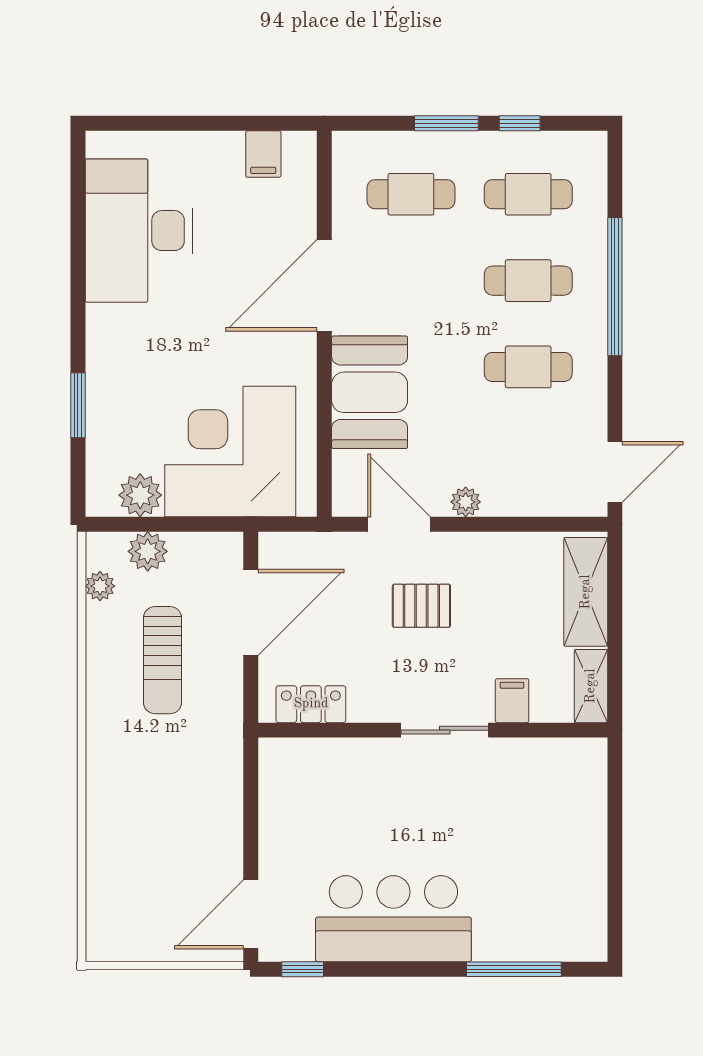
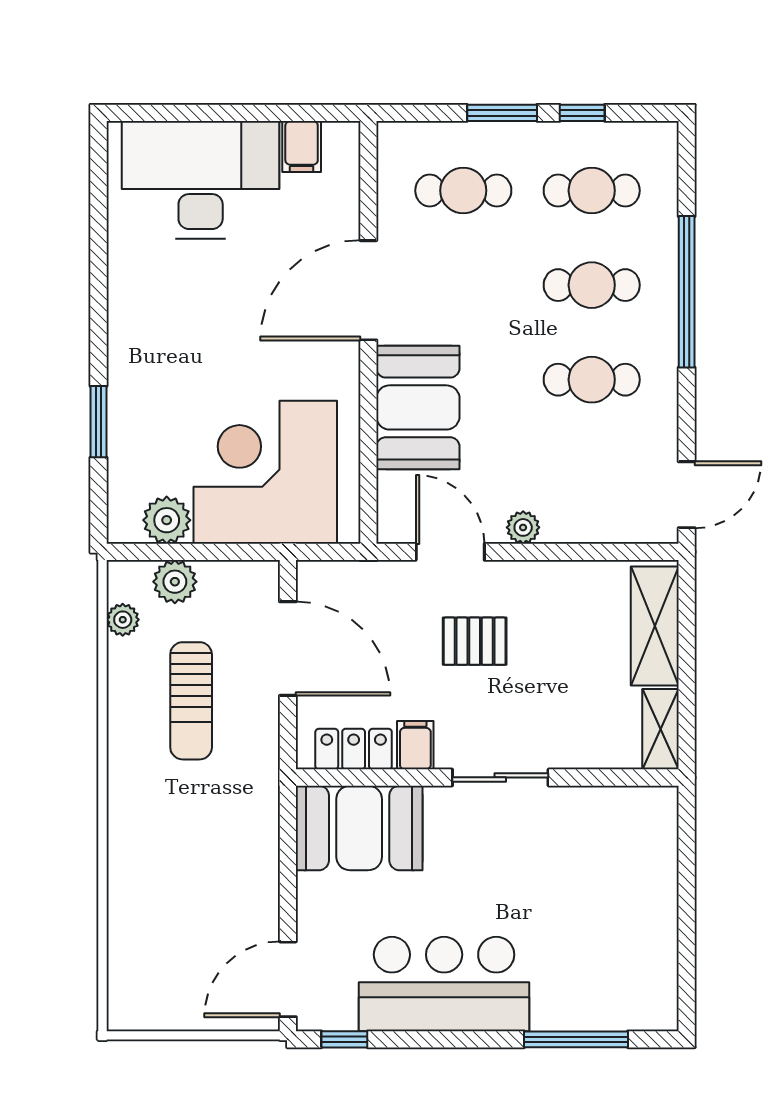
desk: (139, 231) -> (201, 180), moved, turned 90
door: (251, 612) -> (288, 649), hinge flipped
filing cabinet: (512, 701) -> (415, 745), moved
booth: (316, 776) -> (359, 828), added

